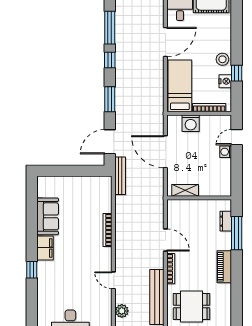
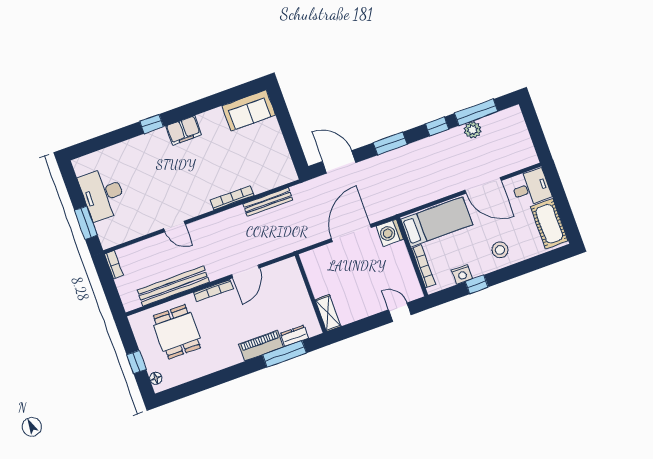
stool: (222, 59) -> (500, 250), moved
washing machine: (191, 123) -> (390, 233), moved
washing machine: (226, 152) -> (377, 305), removed
bench: (120, 176) -> (268, 202), moved
shelving: (185, 190) -> (328, 313), moved
sofa: (48, 216) -> (249, 110), moved
piano: (224, 267) -> (261, 346), moved
door: (113, 280) -> (174, 227), swing flipped
plant: (122, 311) -> (473, 130), moved

